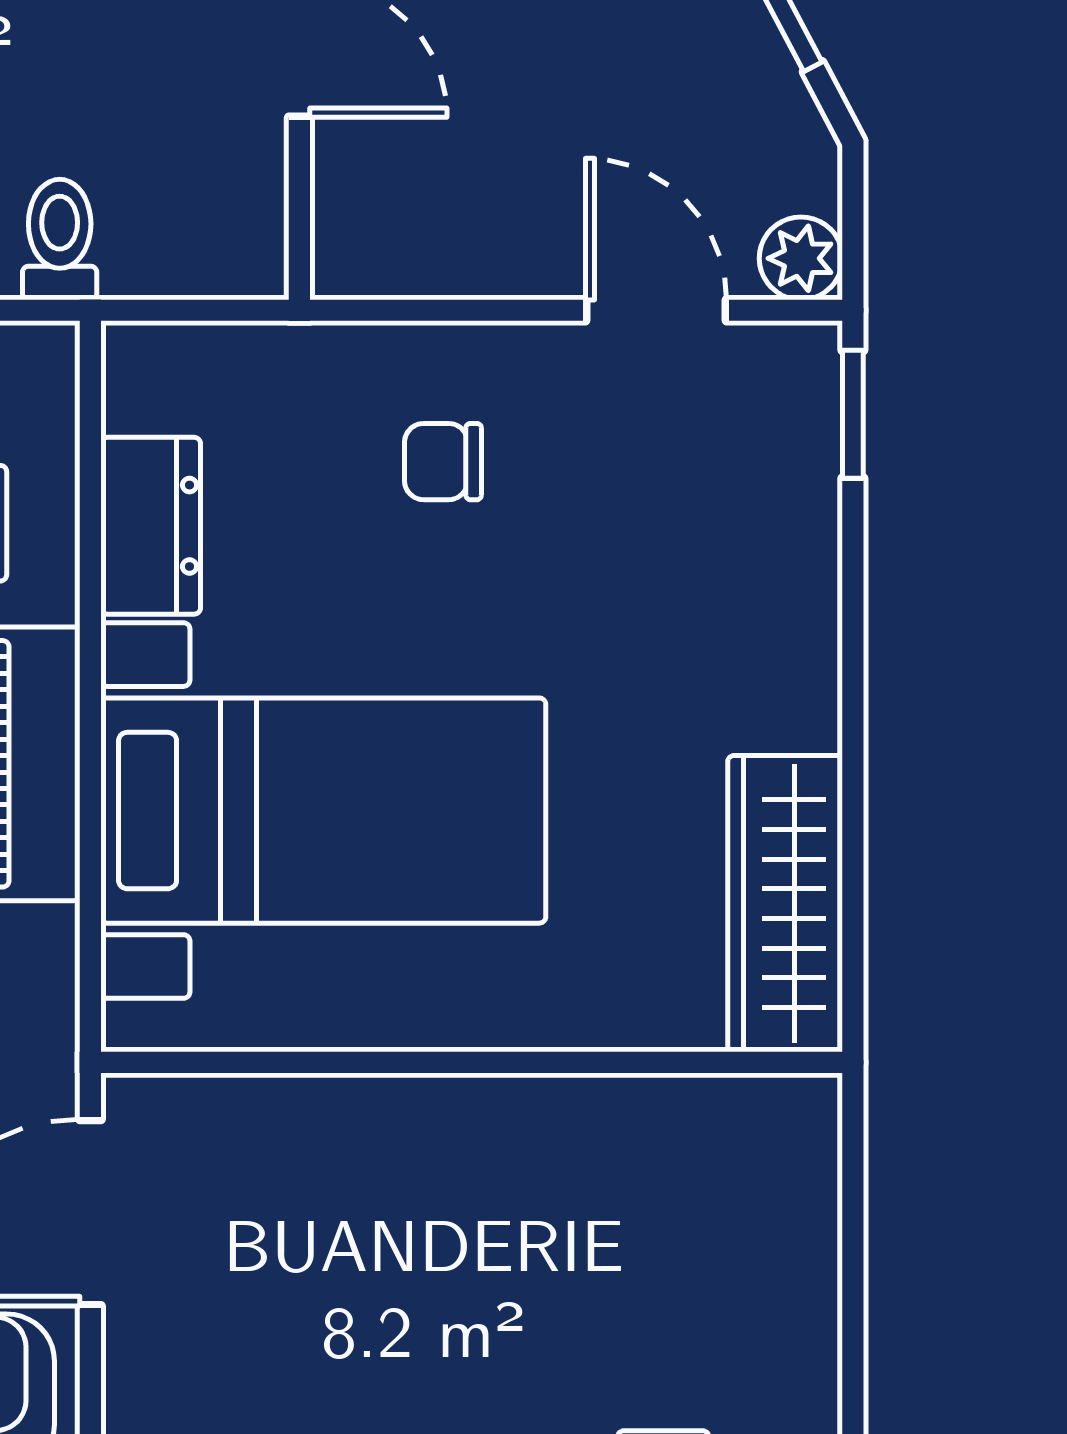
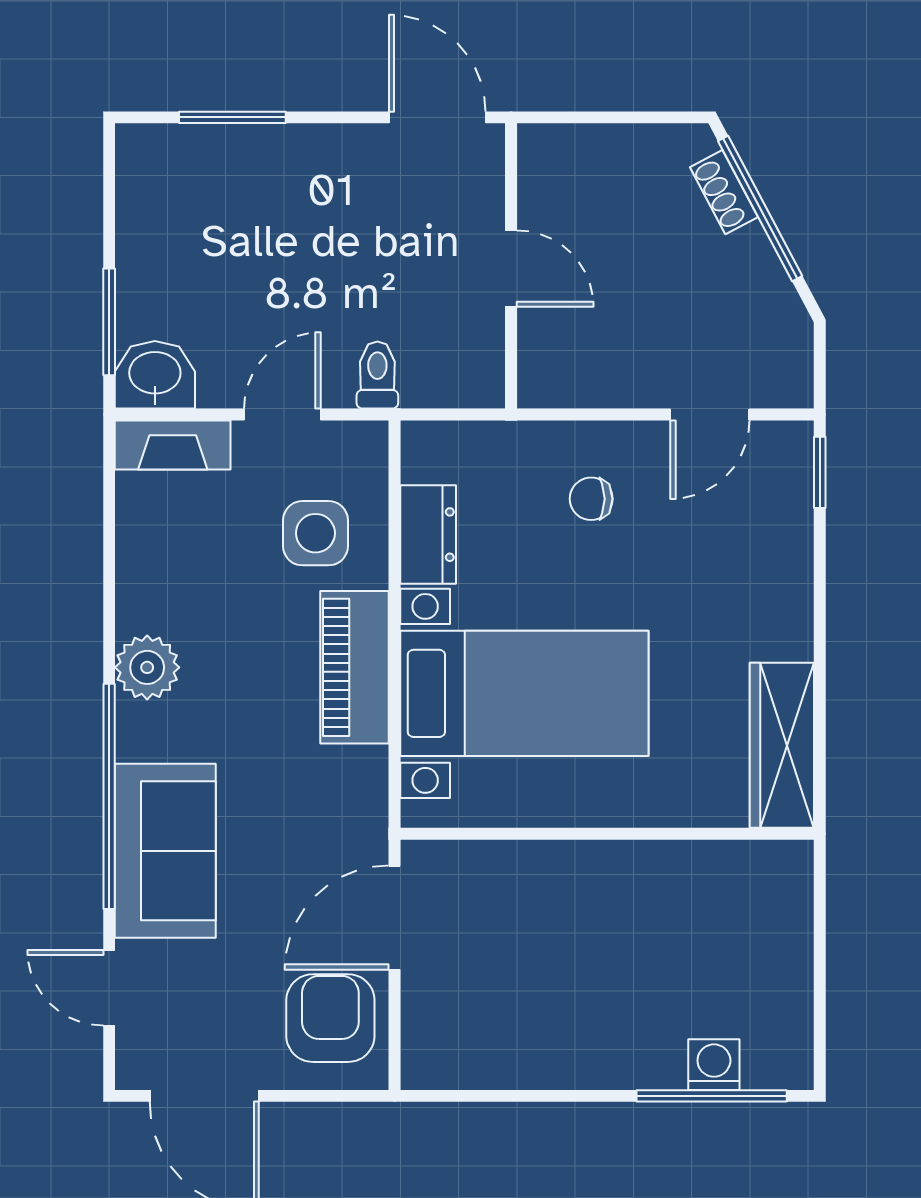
plant: (801, 258) -> (791, 385), removed
door: (656, 310) -> (710, 414), swing flipped

